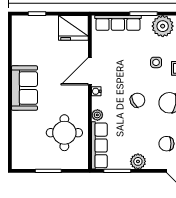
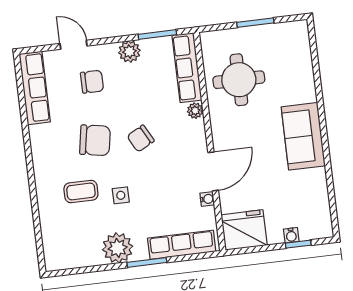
water cooler: (41, 20) -> (291, 235), added
water cooler: (96, 91) -> (207, 199), moved

